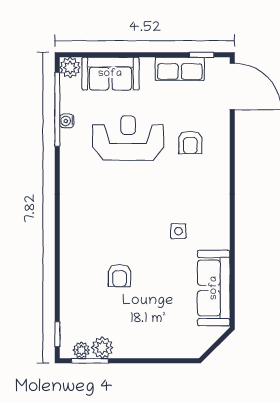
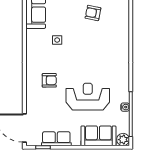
reception desk: (128, 138) -> (88, 97), turned 180
armchair: (190, 142) -> (49, 80), moved, turned 90
armchair: (119, 276) -> (93, 13), turned -79

